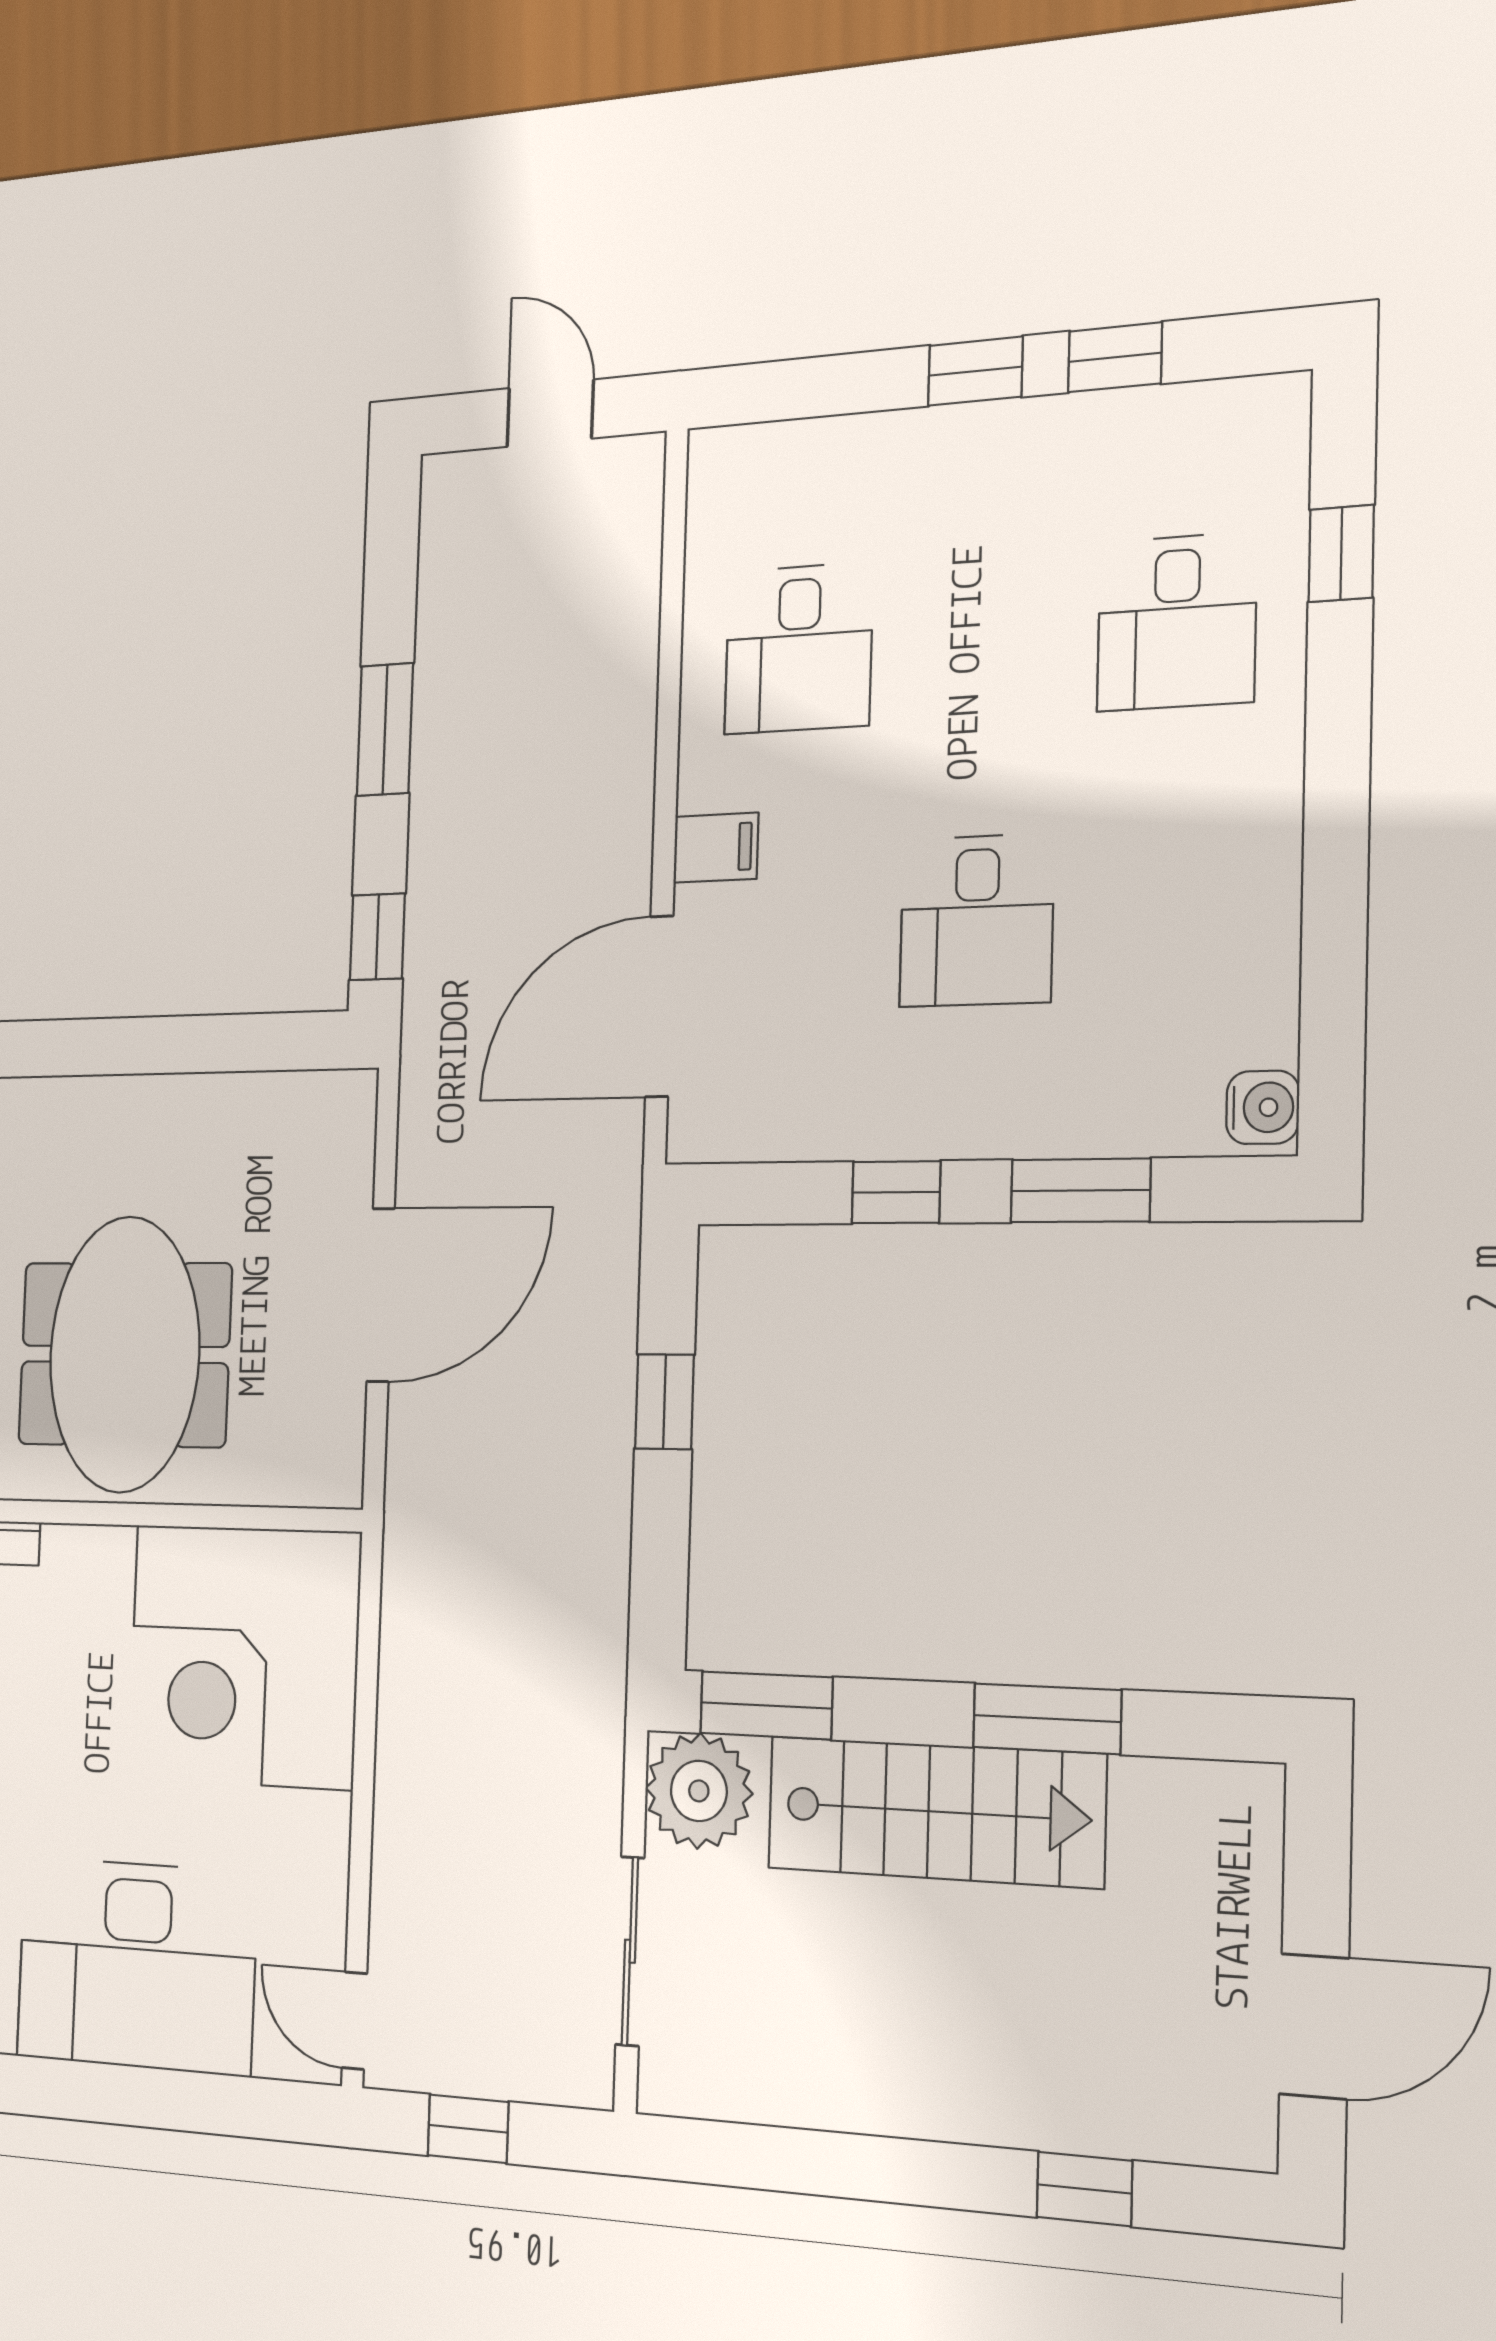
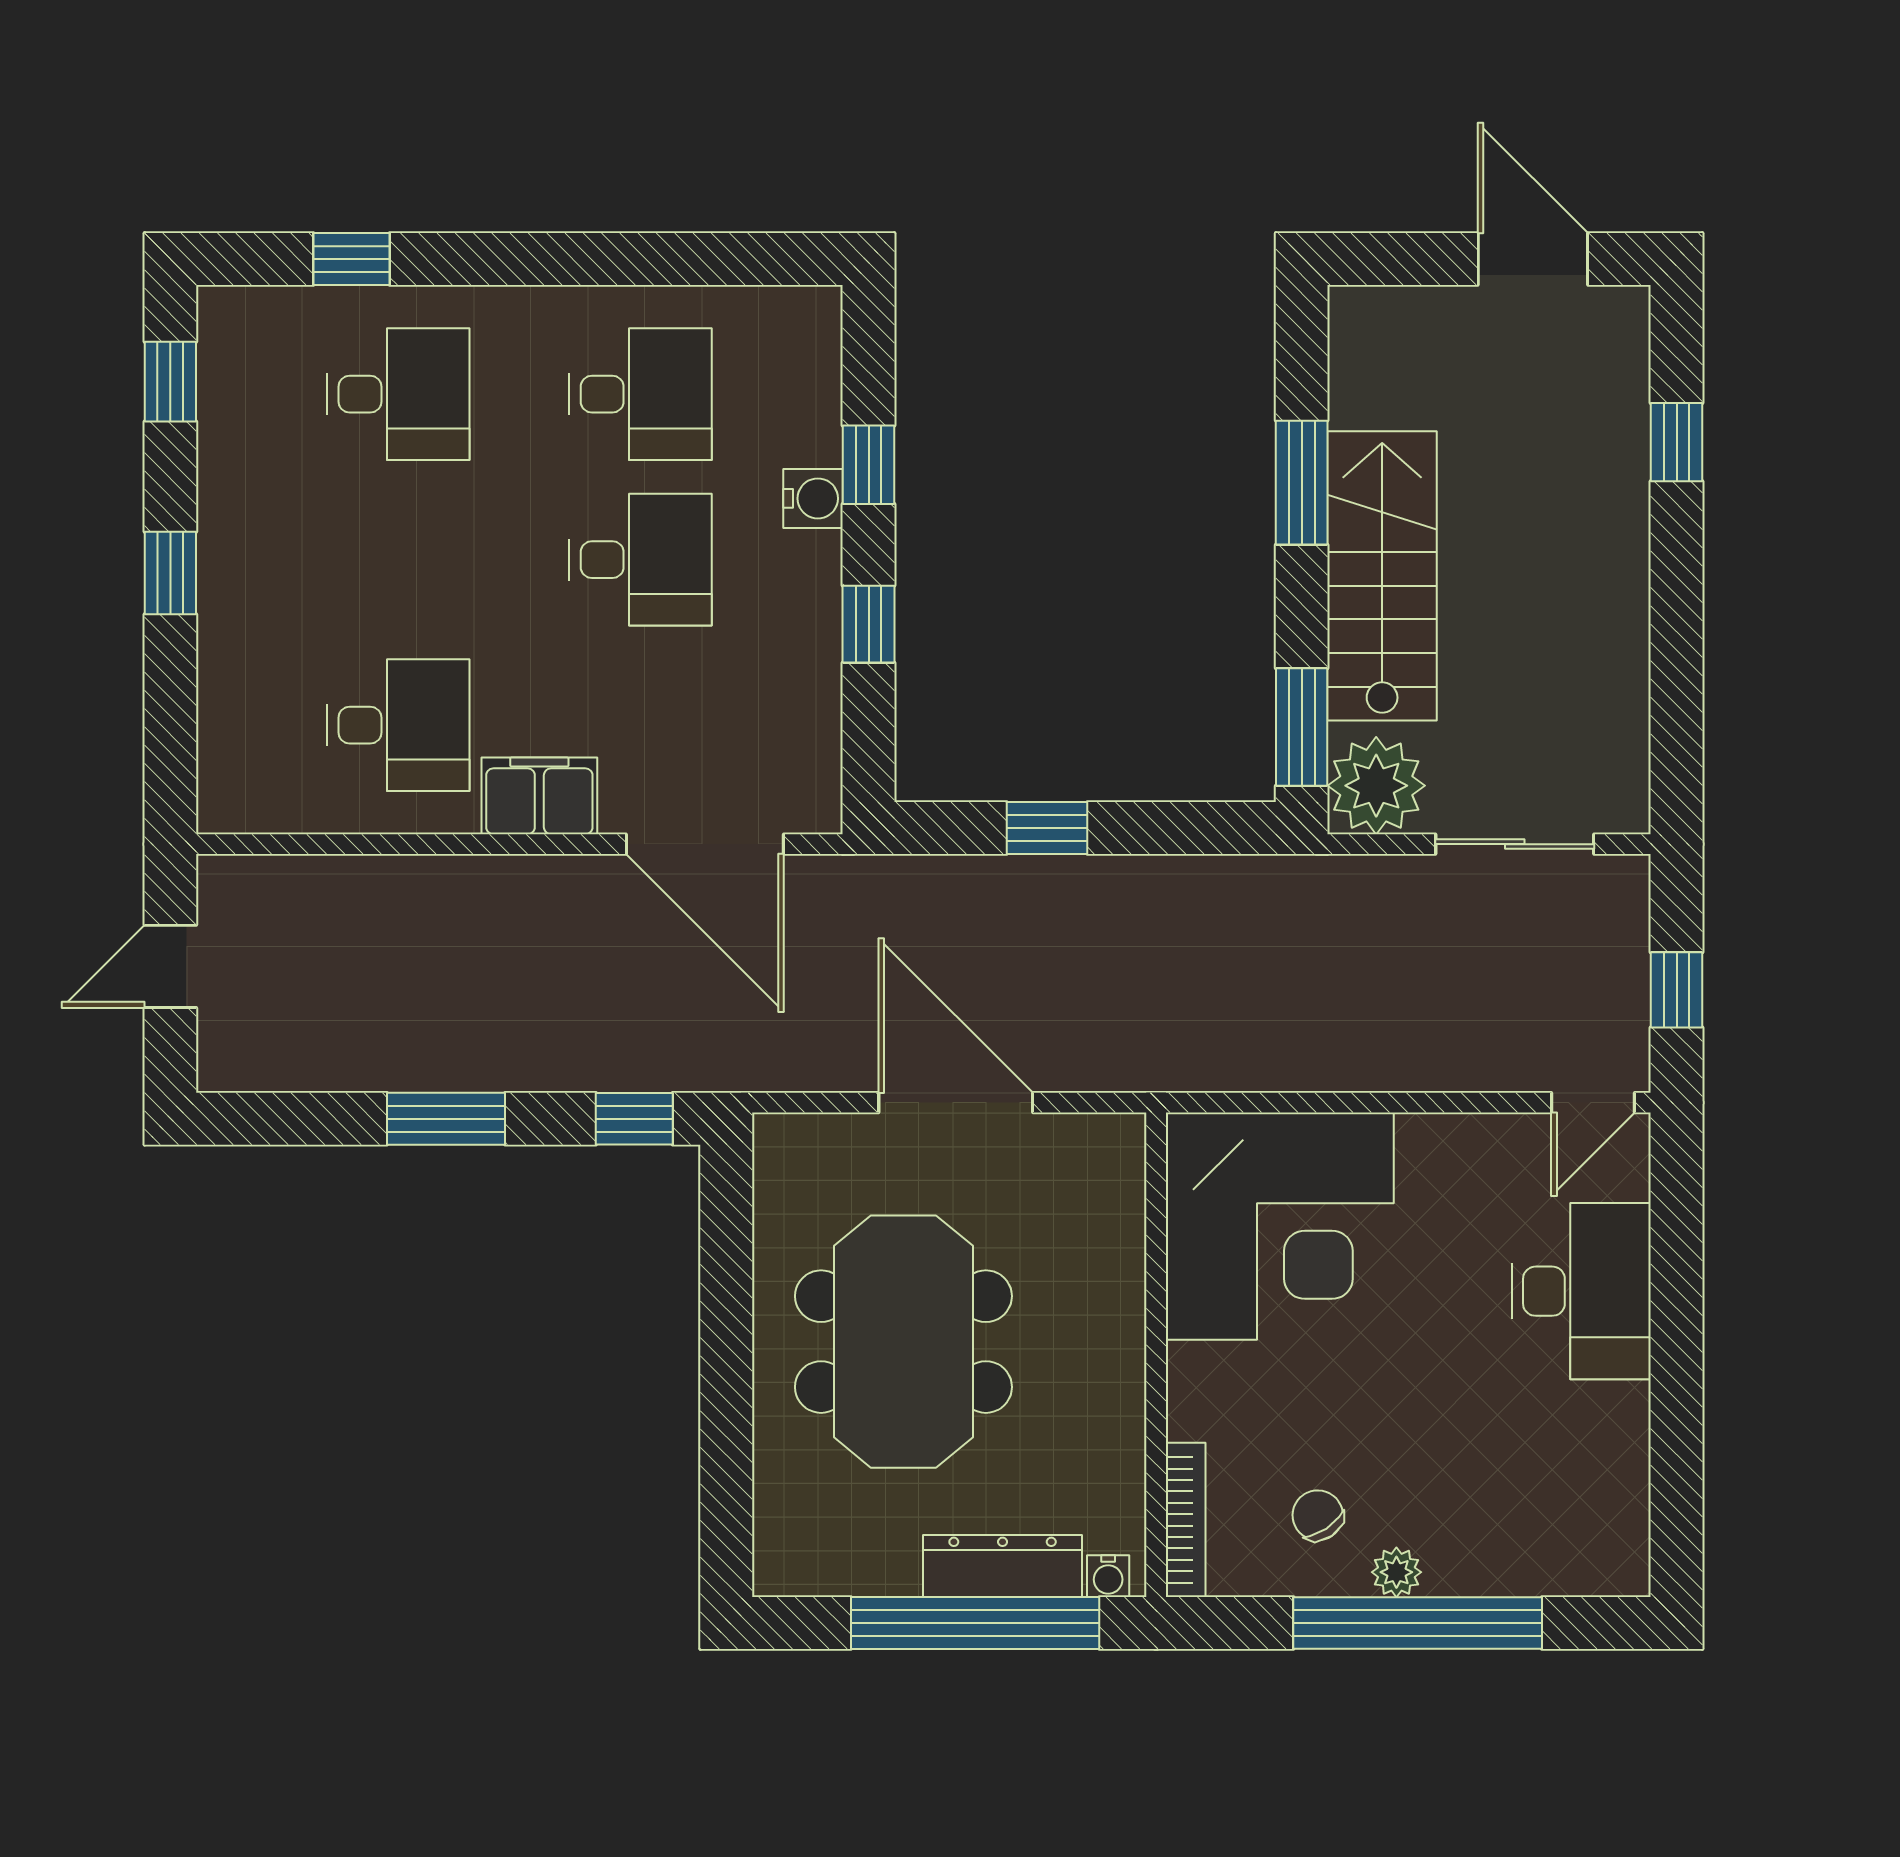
window: (1115, 357) -> (170, 382), moved
filing cabinet: (716, 848) -> (539, 796), width x2.00
desk: (1170, 913) -> (641, 394), added
water cooler: (1263, 1107) -> (813, 498), moved, turned 90
window: (1080, 1190) -> (869, 465), width x0.67
meeting table: (124, 1354) -> (903, 1342), moved, turned 90
desk: (136, 1965) -> (1581, 1291), width x0.73, depth x0.77

